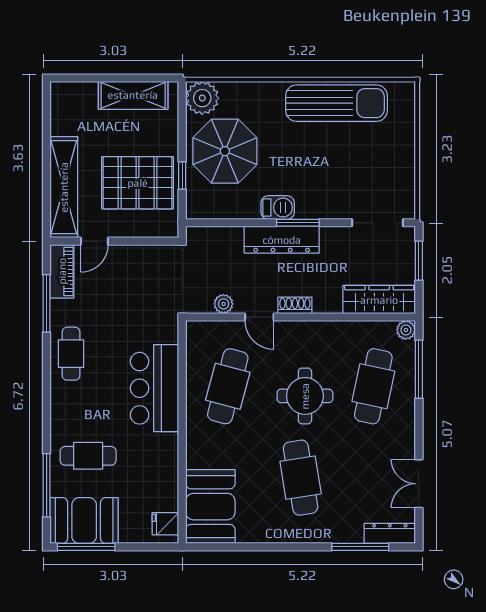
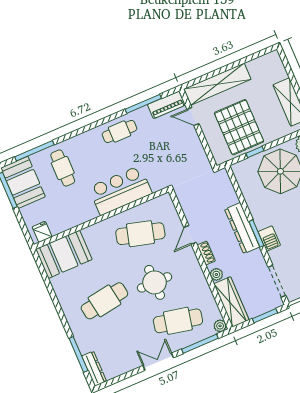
barbecue: (278, 208) -> (269, 238), moved
plant: (224, 304) -> (216, 274), moved
double door: (419, 484) -> (158, 362), moved

